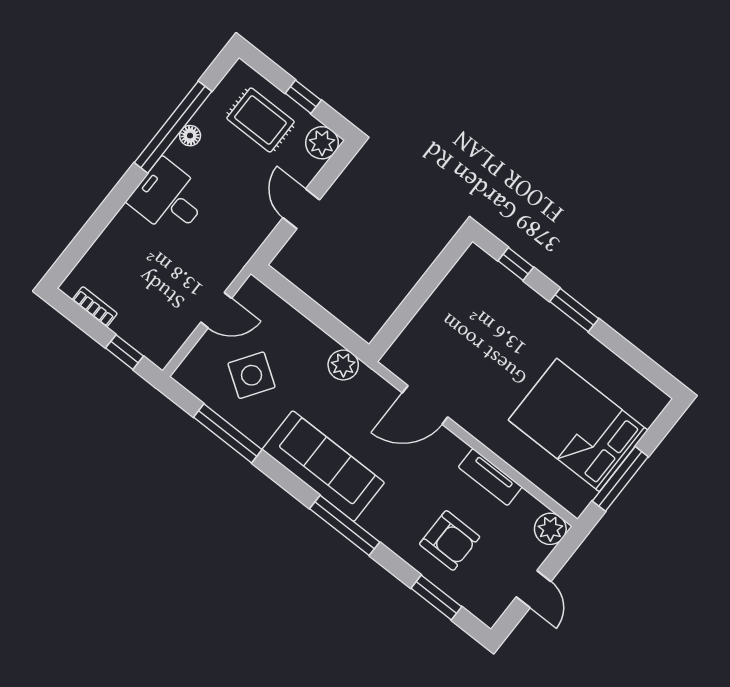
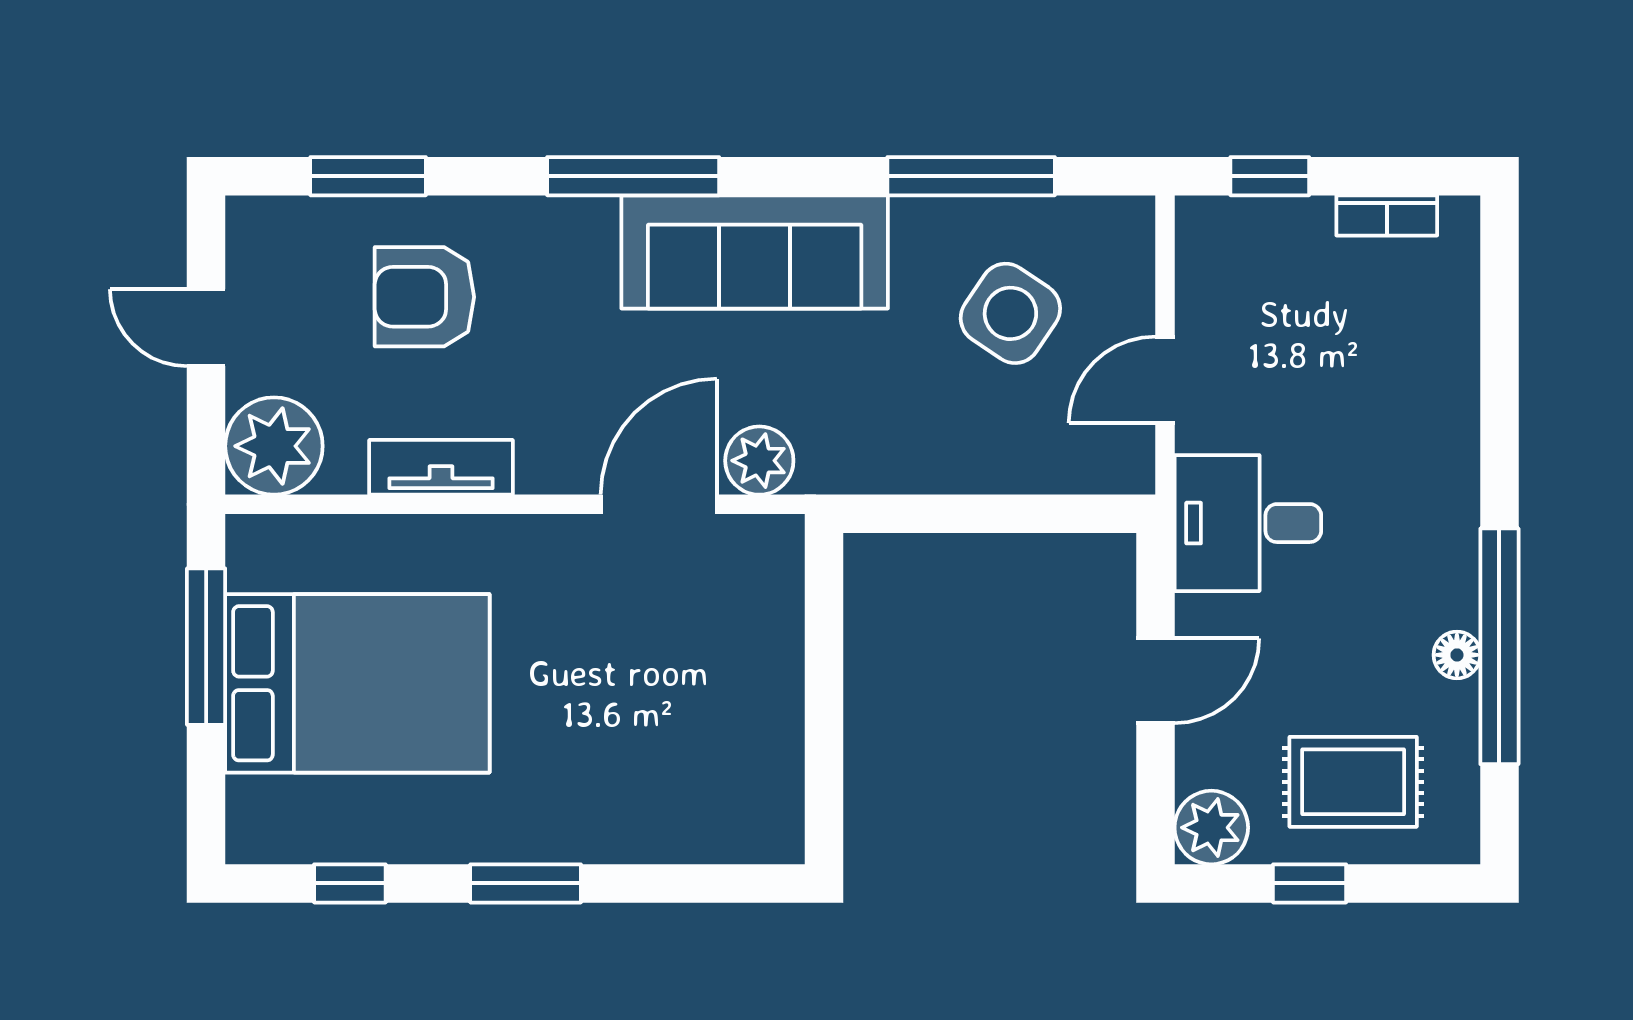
desk: (169, 198) -> (1248, 523), moved, turned 180
door: (301, 209) -> (1155, 681), hinge flipped
window: (516, 264) -> (350, 883), moved
plant: (343, 365) -> (759, 461), moved
plant: (550, 529) -> (274, 446), width x1.36, depth x1.36

